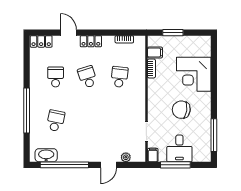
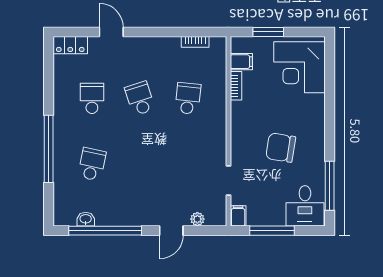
locker: (91, 41) -> (145, 45), removed
corner desk: (194, 74) -> (300, 67), moved
desk: (179, 148) -> (305, 206), moved
washbasin: (46, 155) -> (86, 219), width x0.52, depth x0.69

